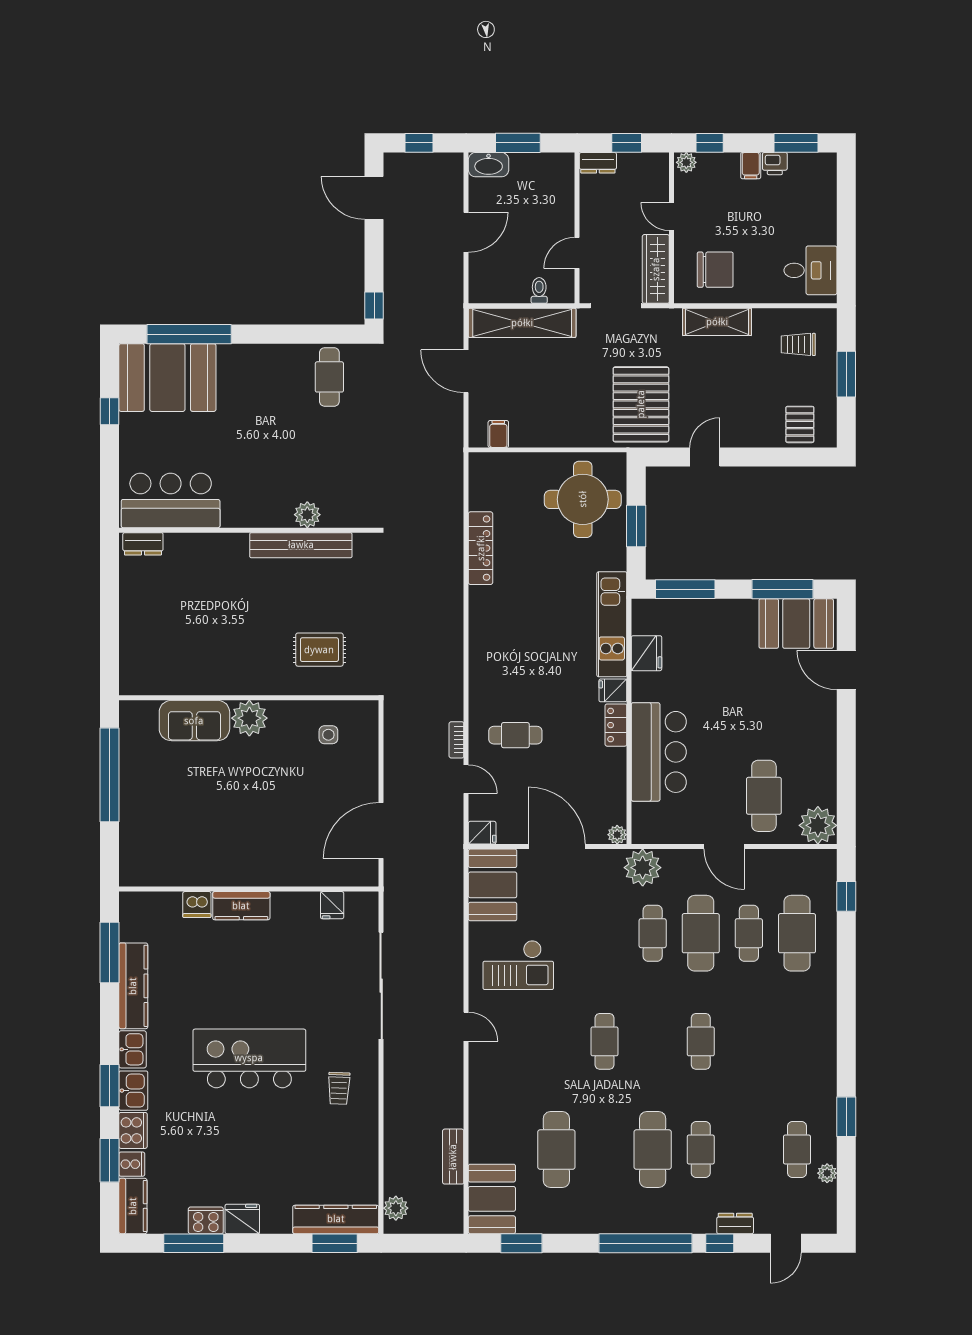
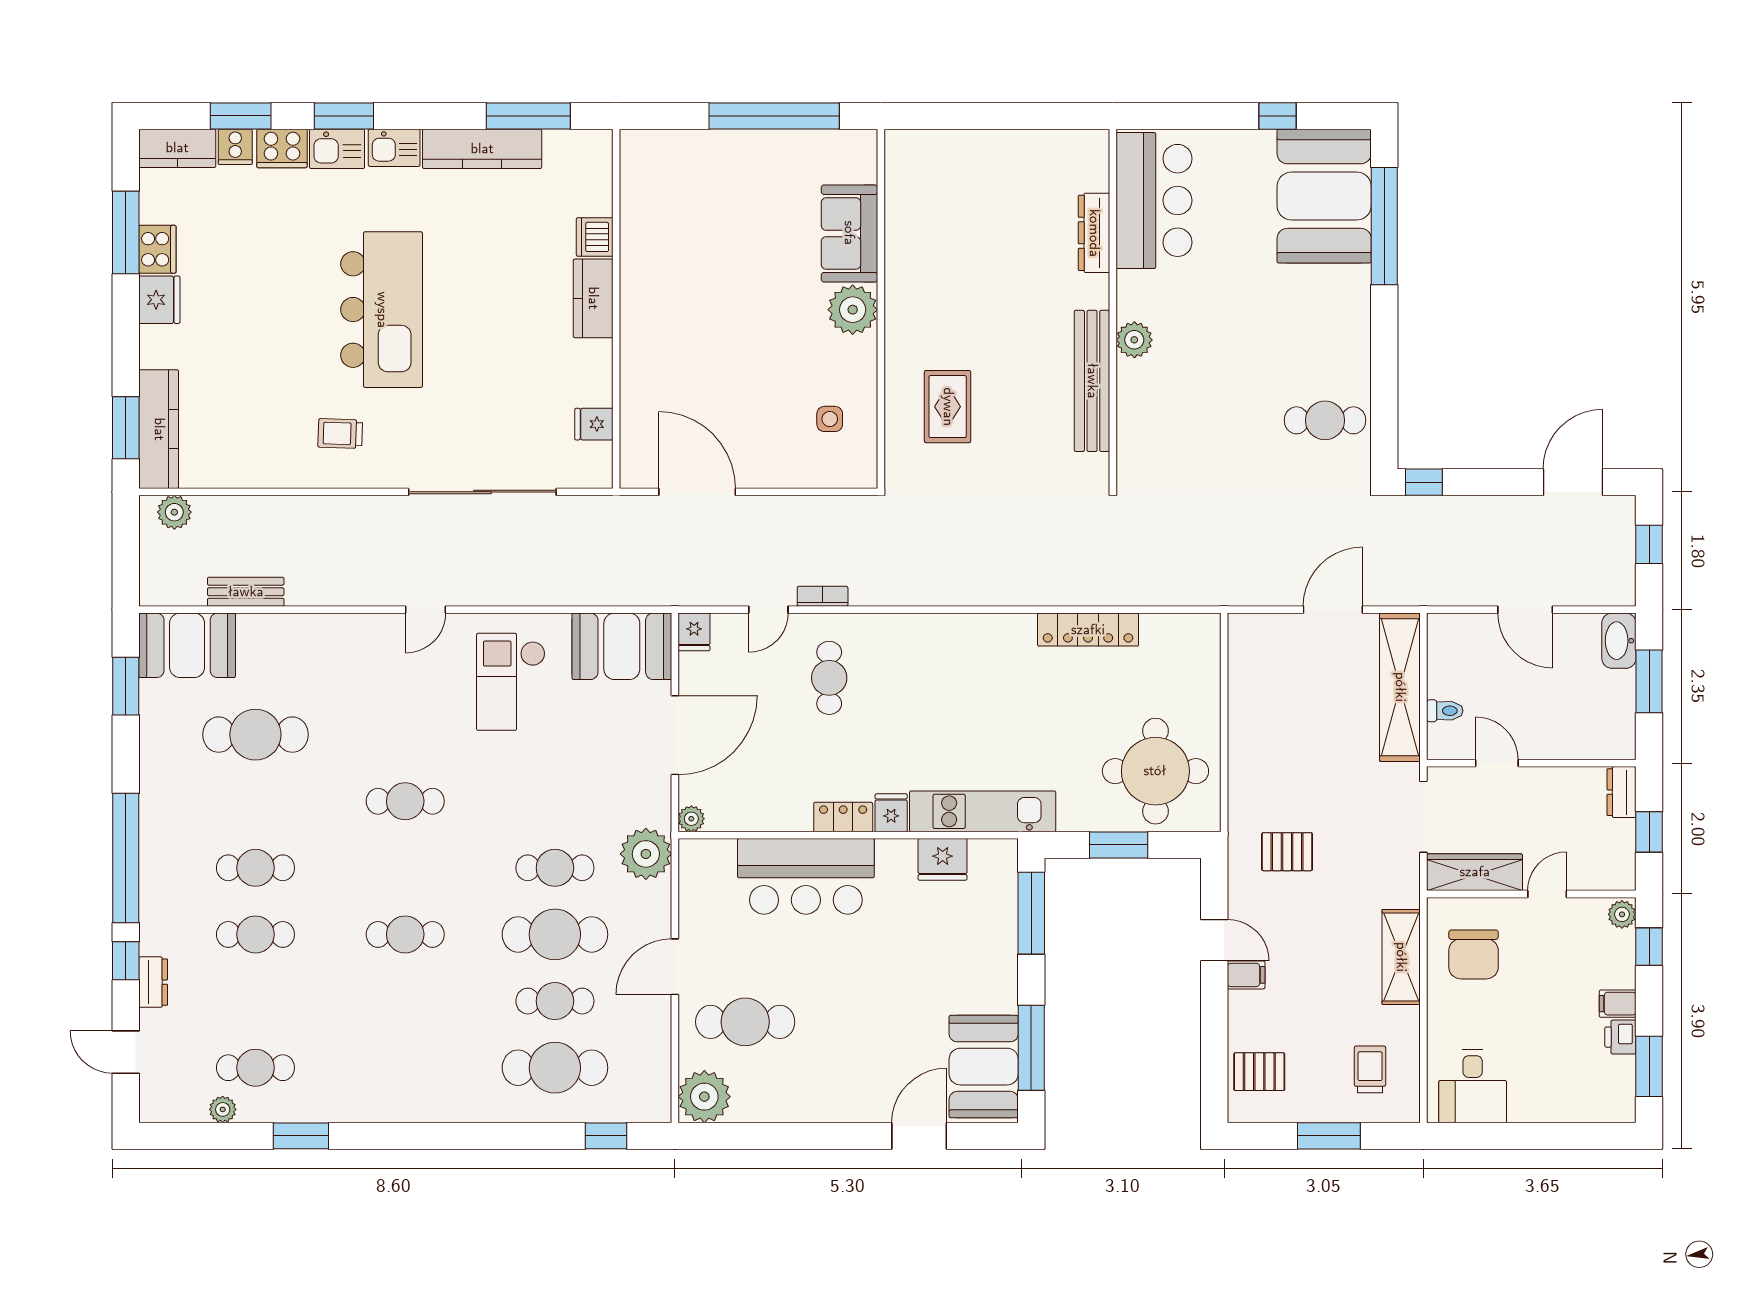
pallet: (641, 404) -> (1287, 852), width x0.49, depth x0.50
filing cabinet: (498, 434) -> (1246, 975), moved
plant: (307, 515) -> (1134, 340), moved
dresser: (143, 544) -> (1094, 233), moved, width x1.44
cafe table: (653, 1150) -> (255, 868), width x0.73, depth x0.74

